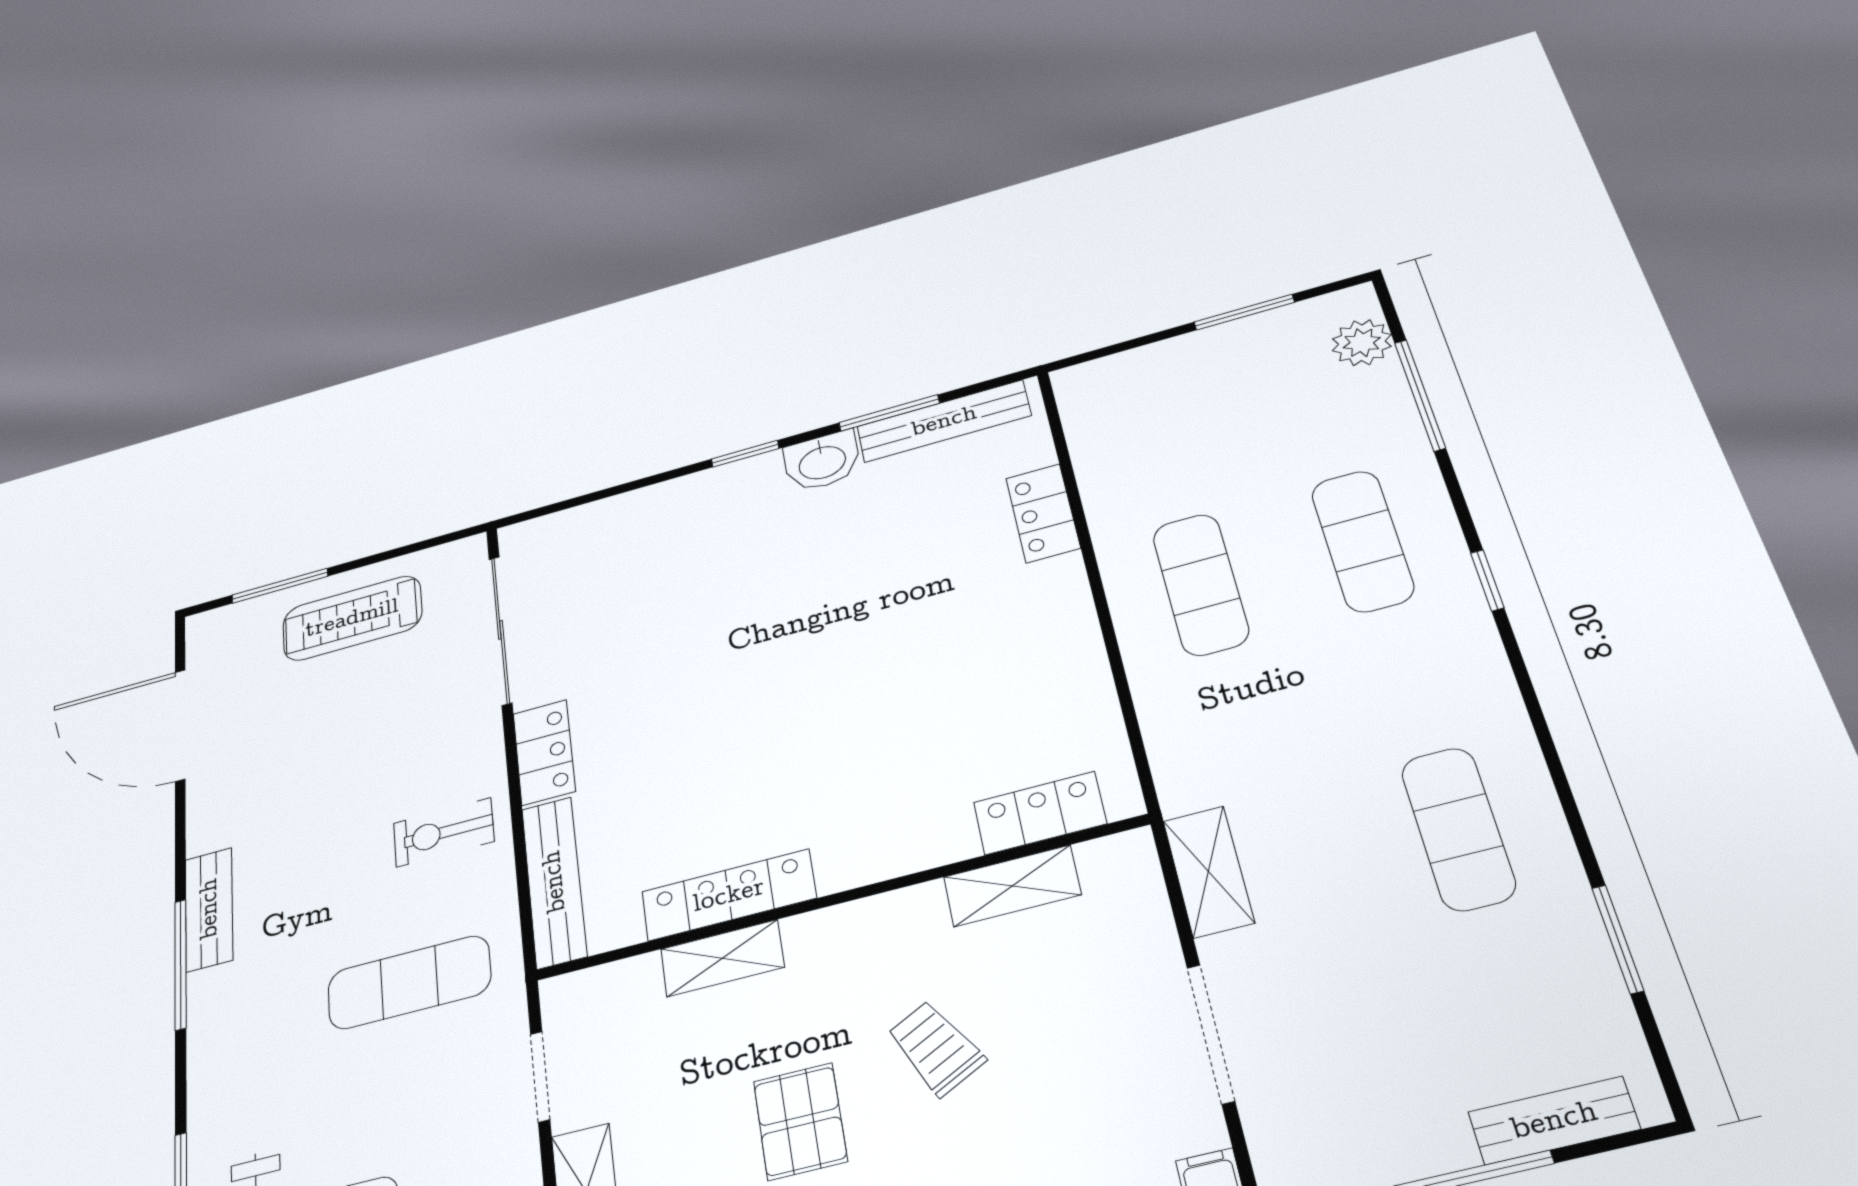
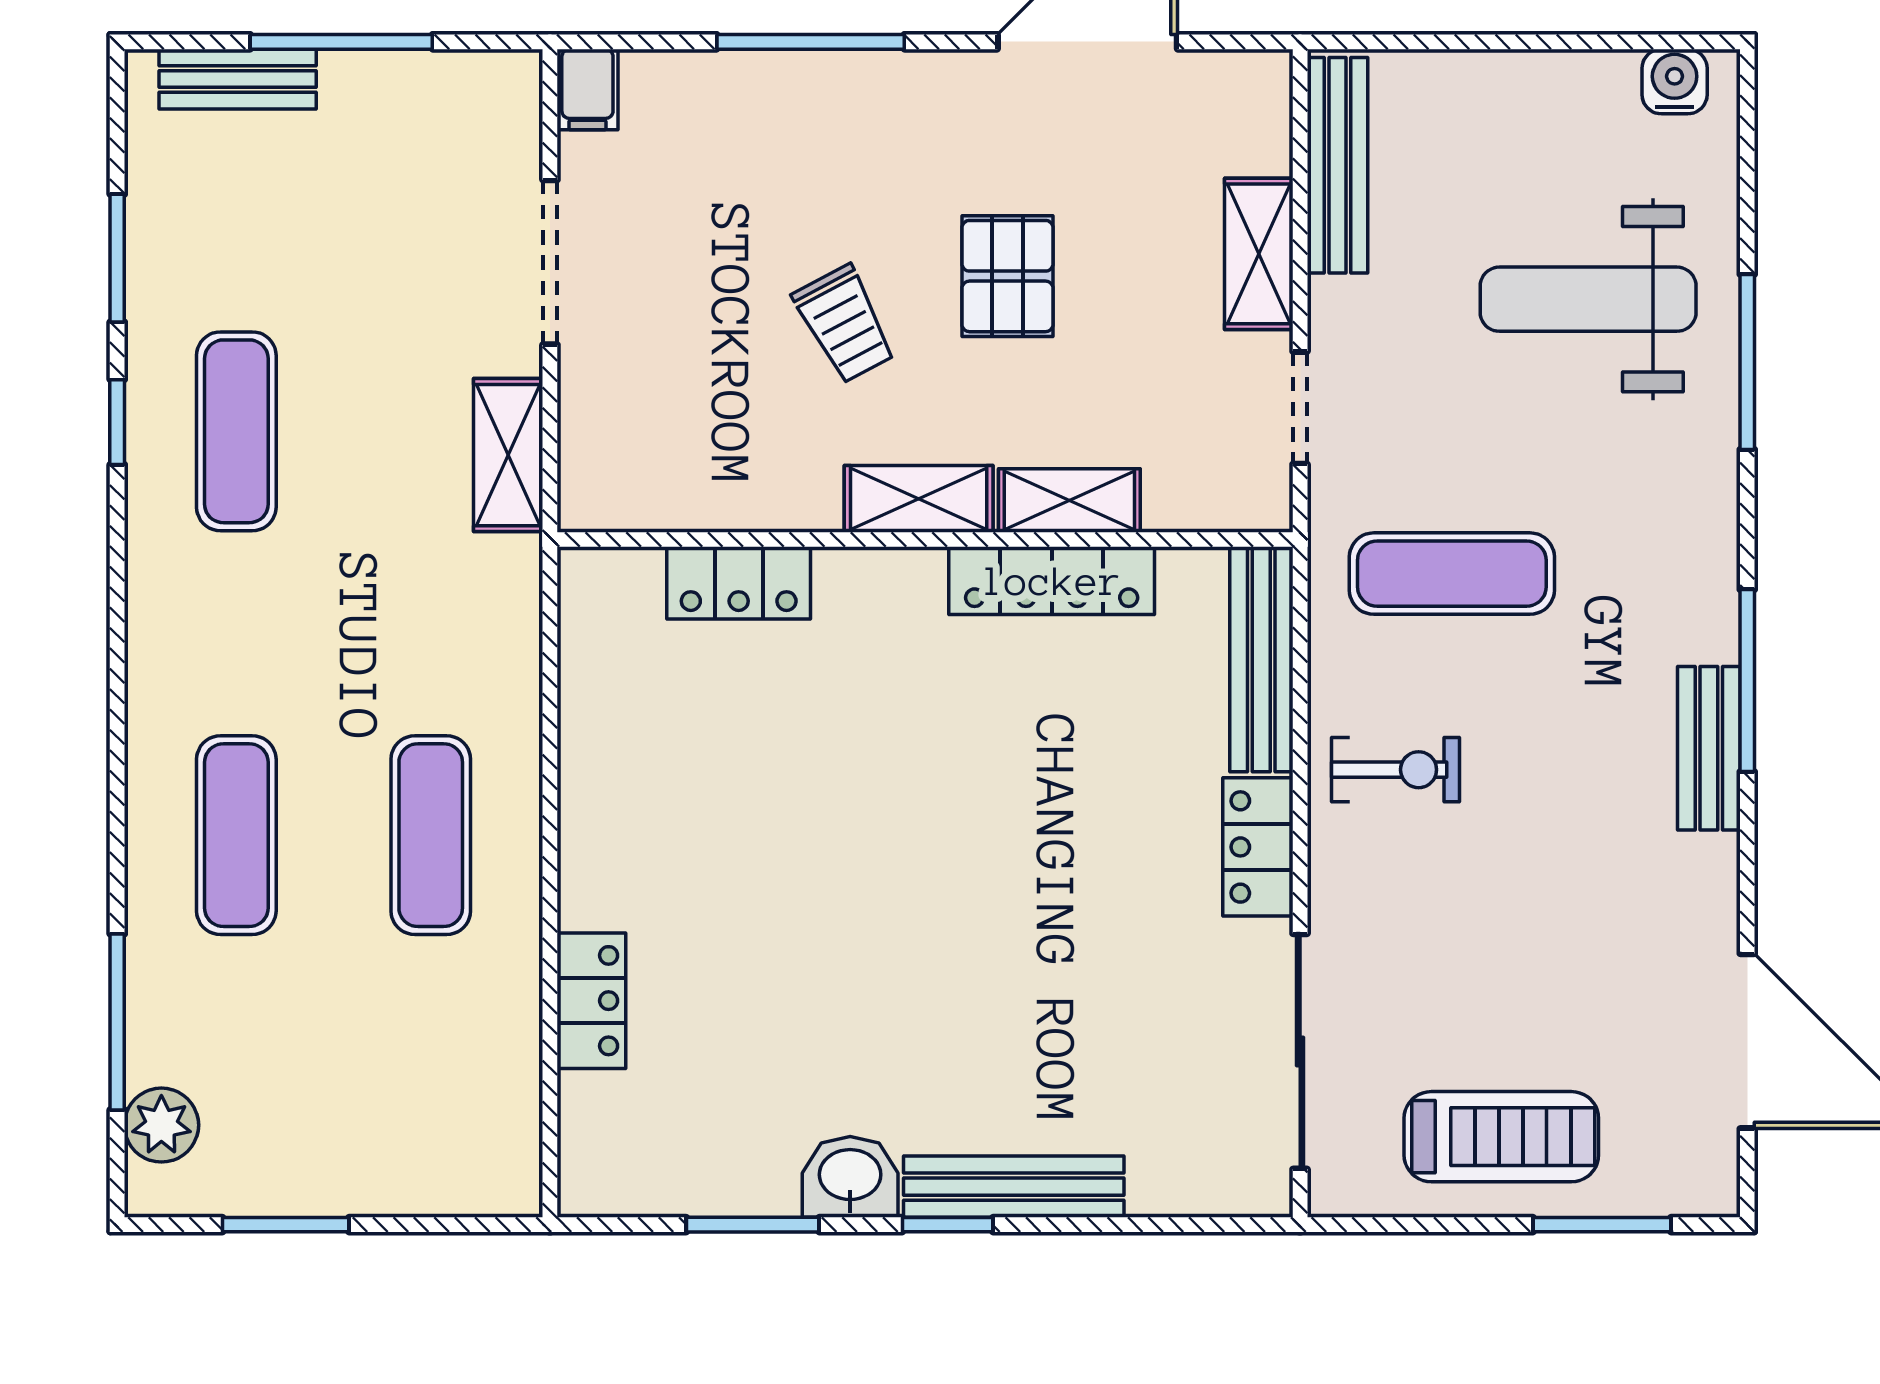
bench: (944, 421) -> (1014, 1187), moved
window: (1487, 580) -> (117, 422), moved
locker: (1040, 813) -> (739, 583), moved
shelving: (1012, 886) -> (919, 499), moved

